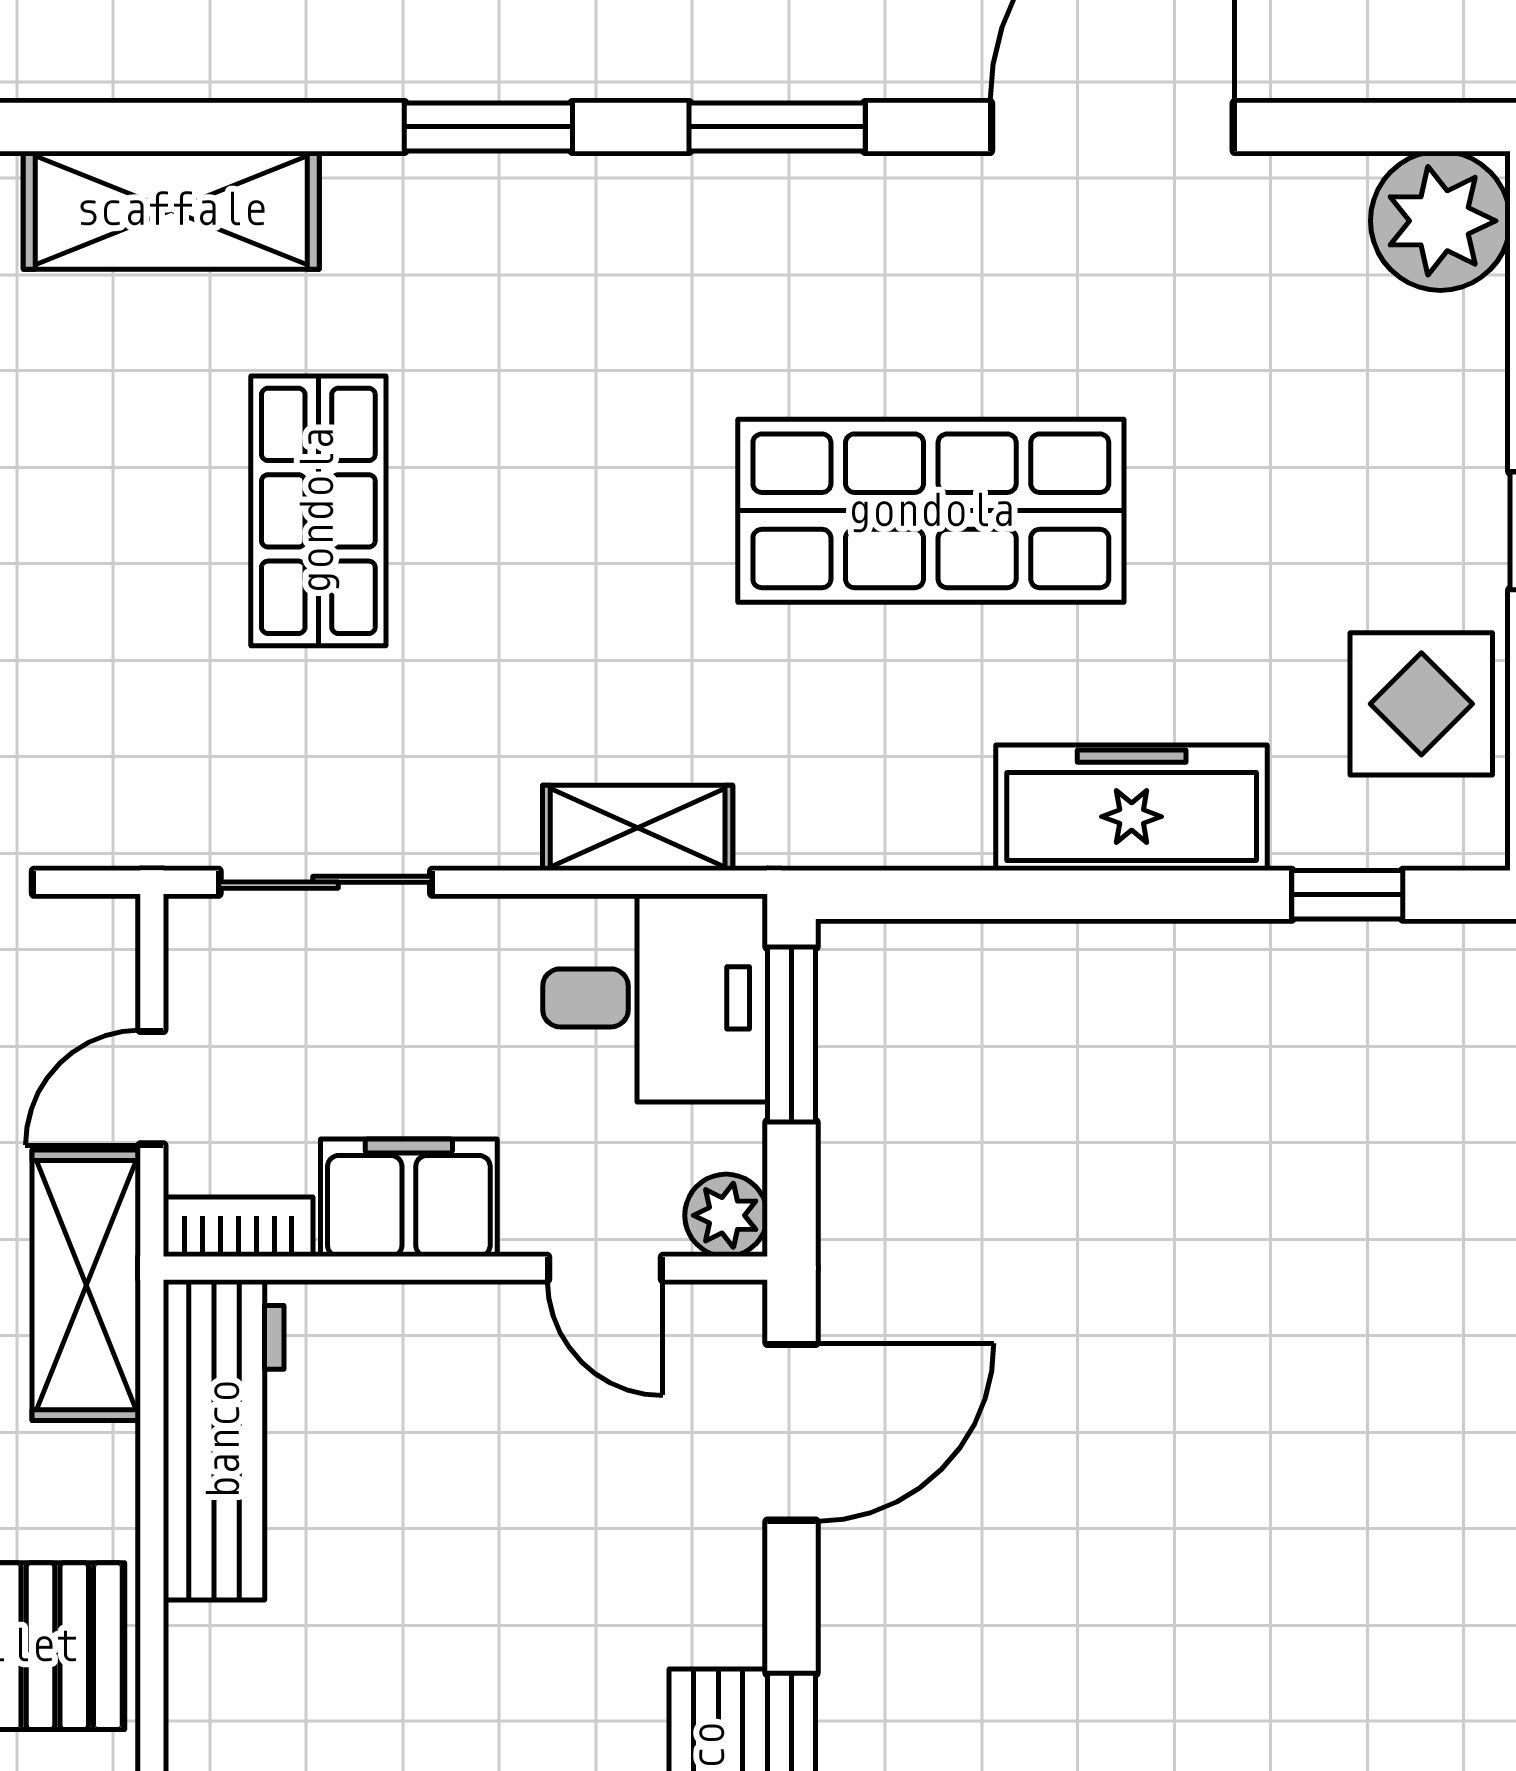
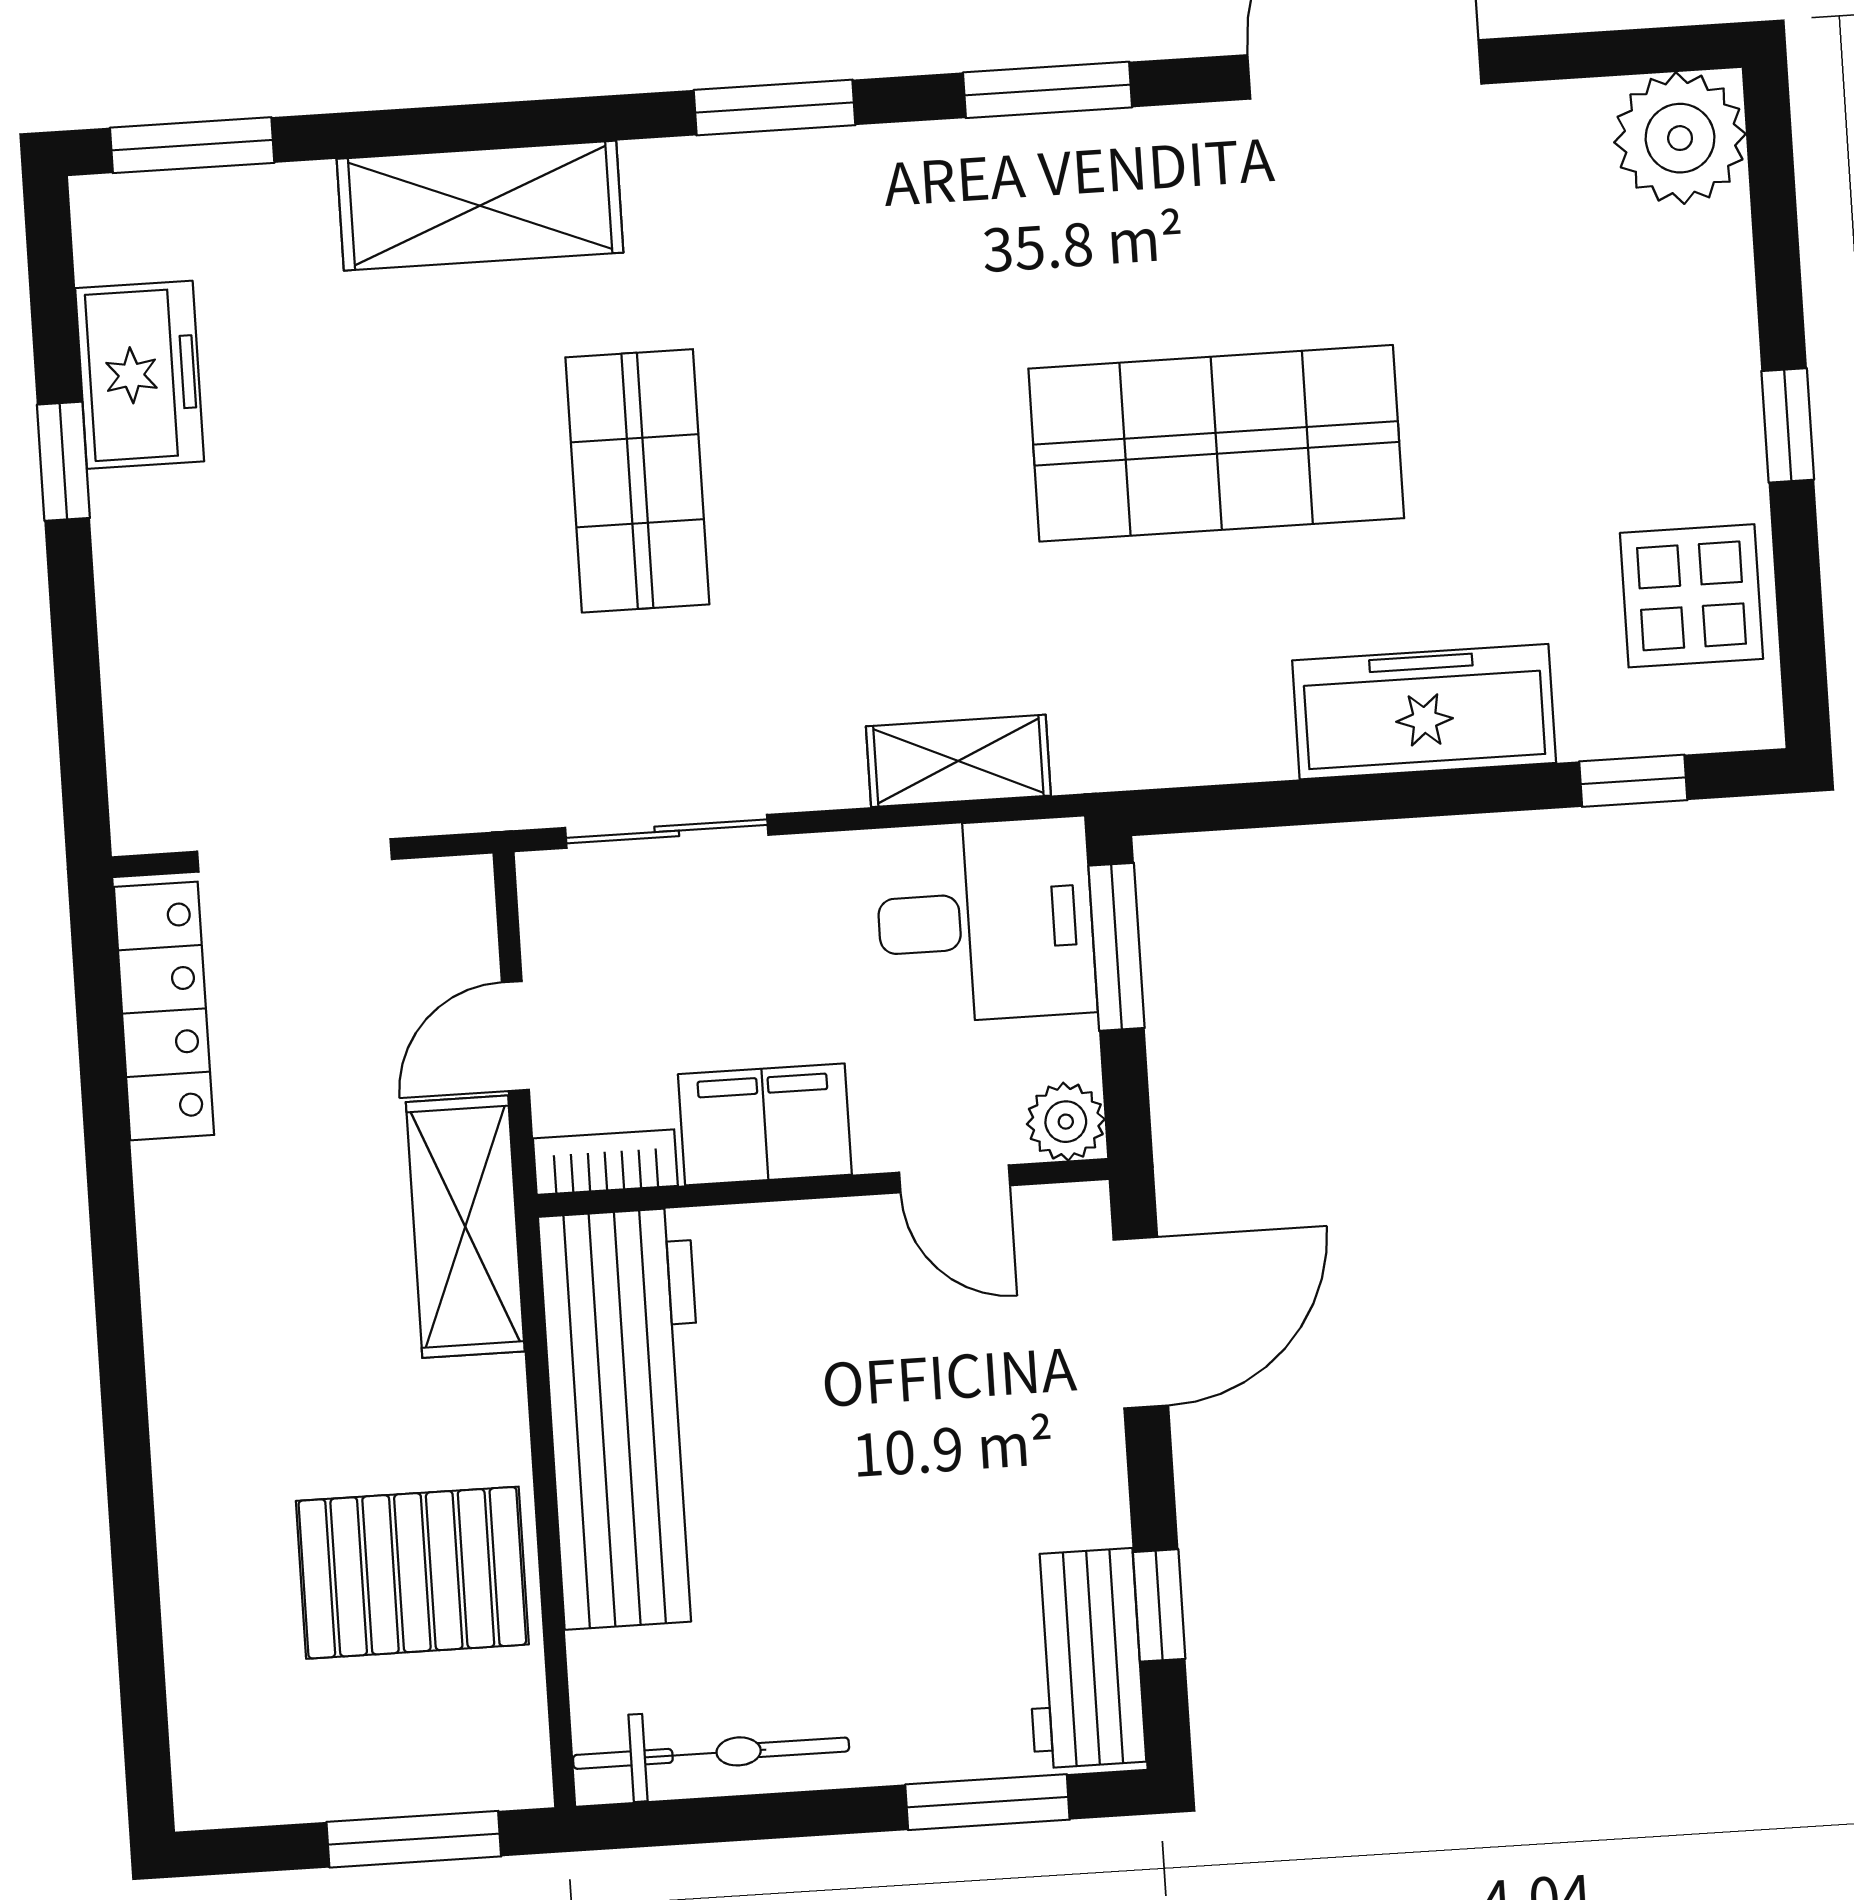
workbench: (224, 1440) -> (627, 1418), width x1.36, depth x1.32

